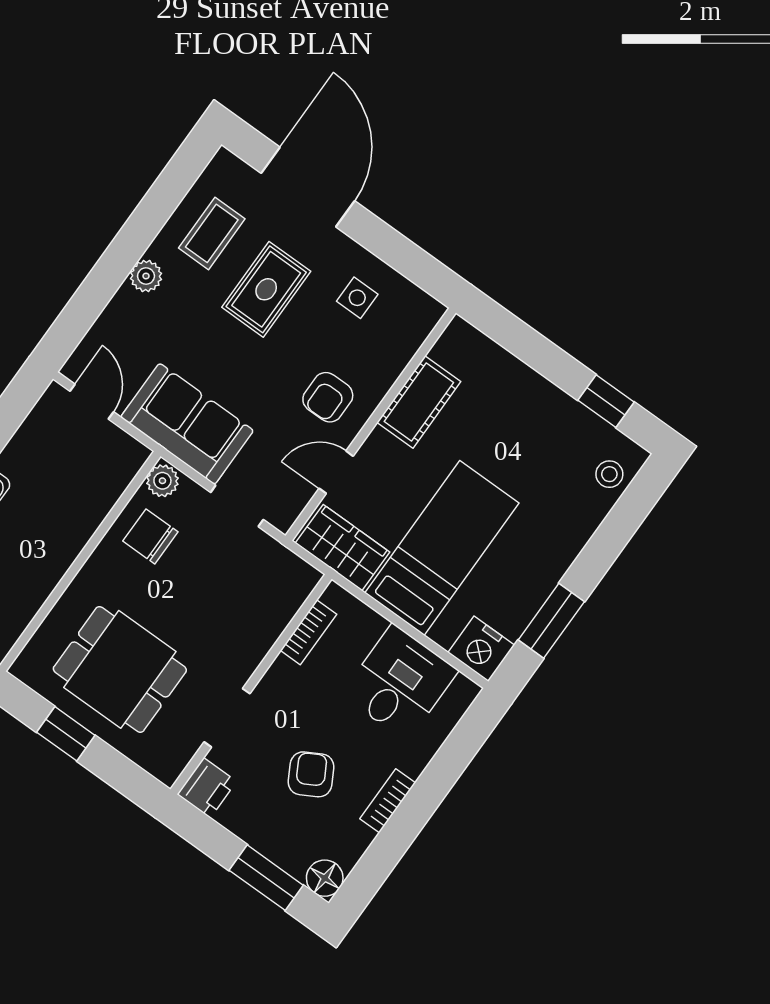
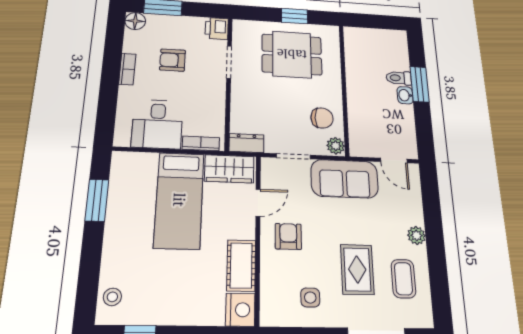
dresser: (291, 570) -> (246, 143), added
bookcase: (309, 632) -> (201, 143), moved, turned 90
nightstand: (481, 649) -> (240, 310), moved, turned 90
armchair: (311, 774) -> (173, 60), turned 119

